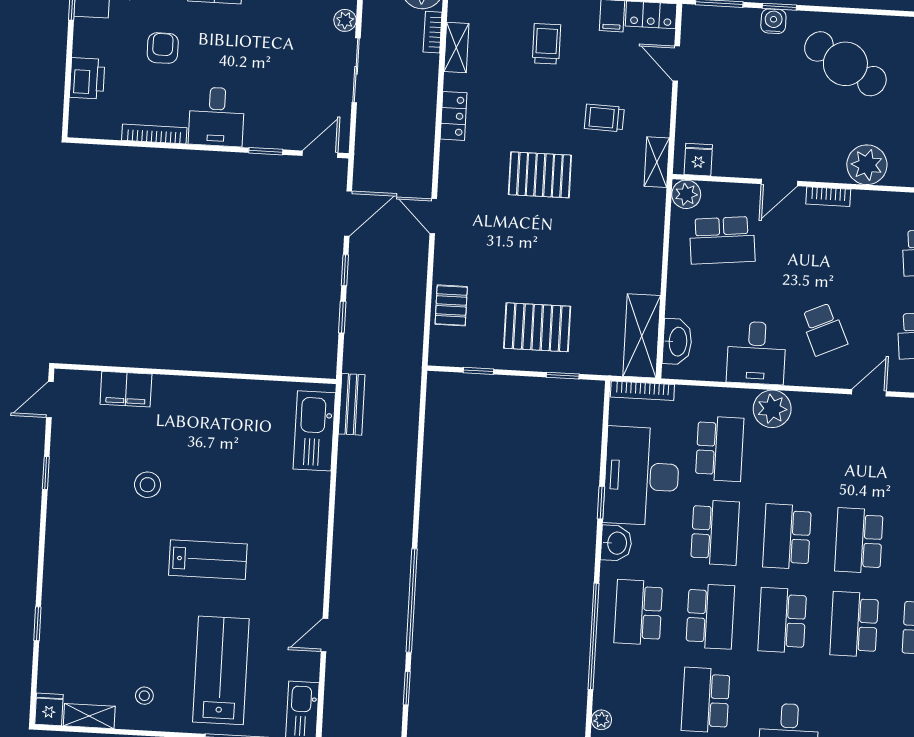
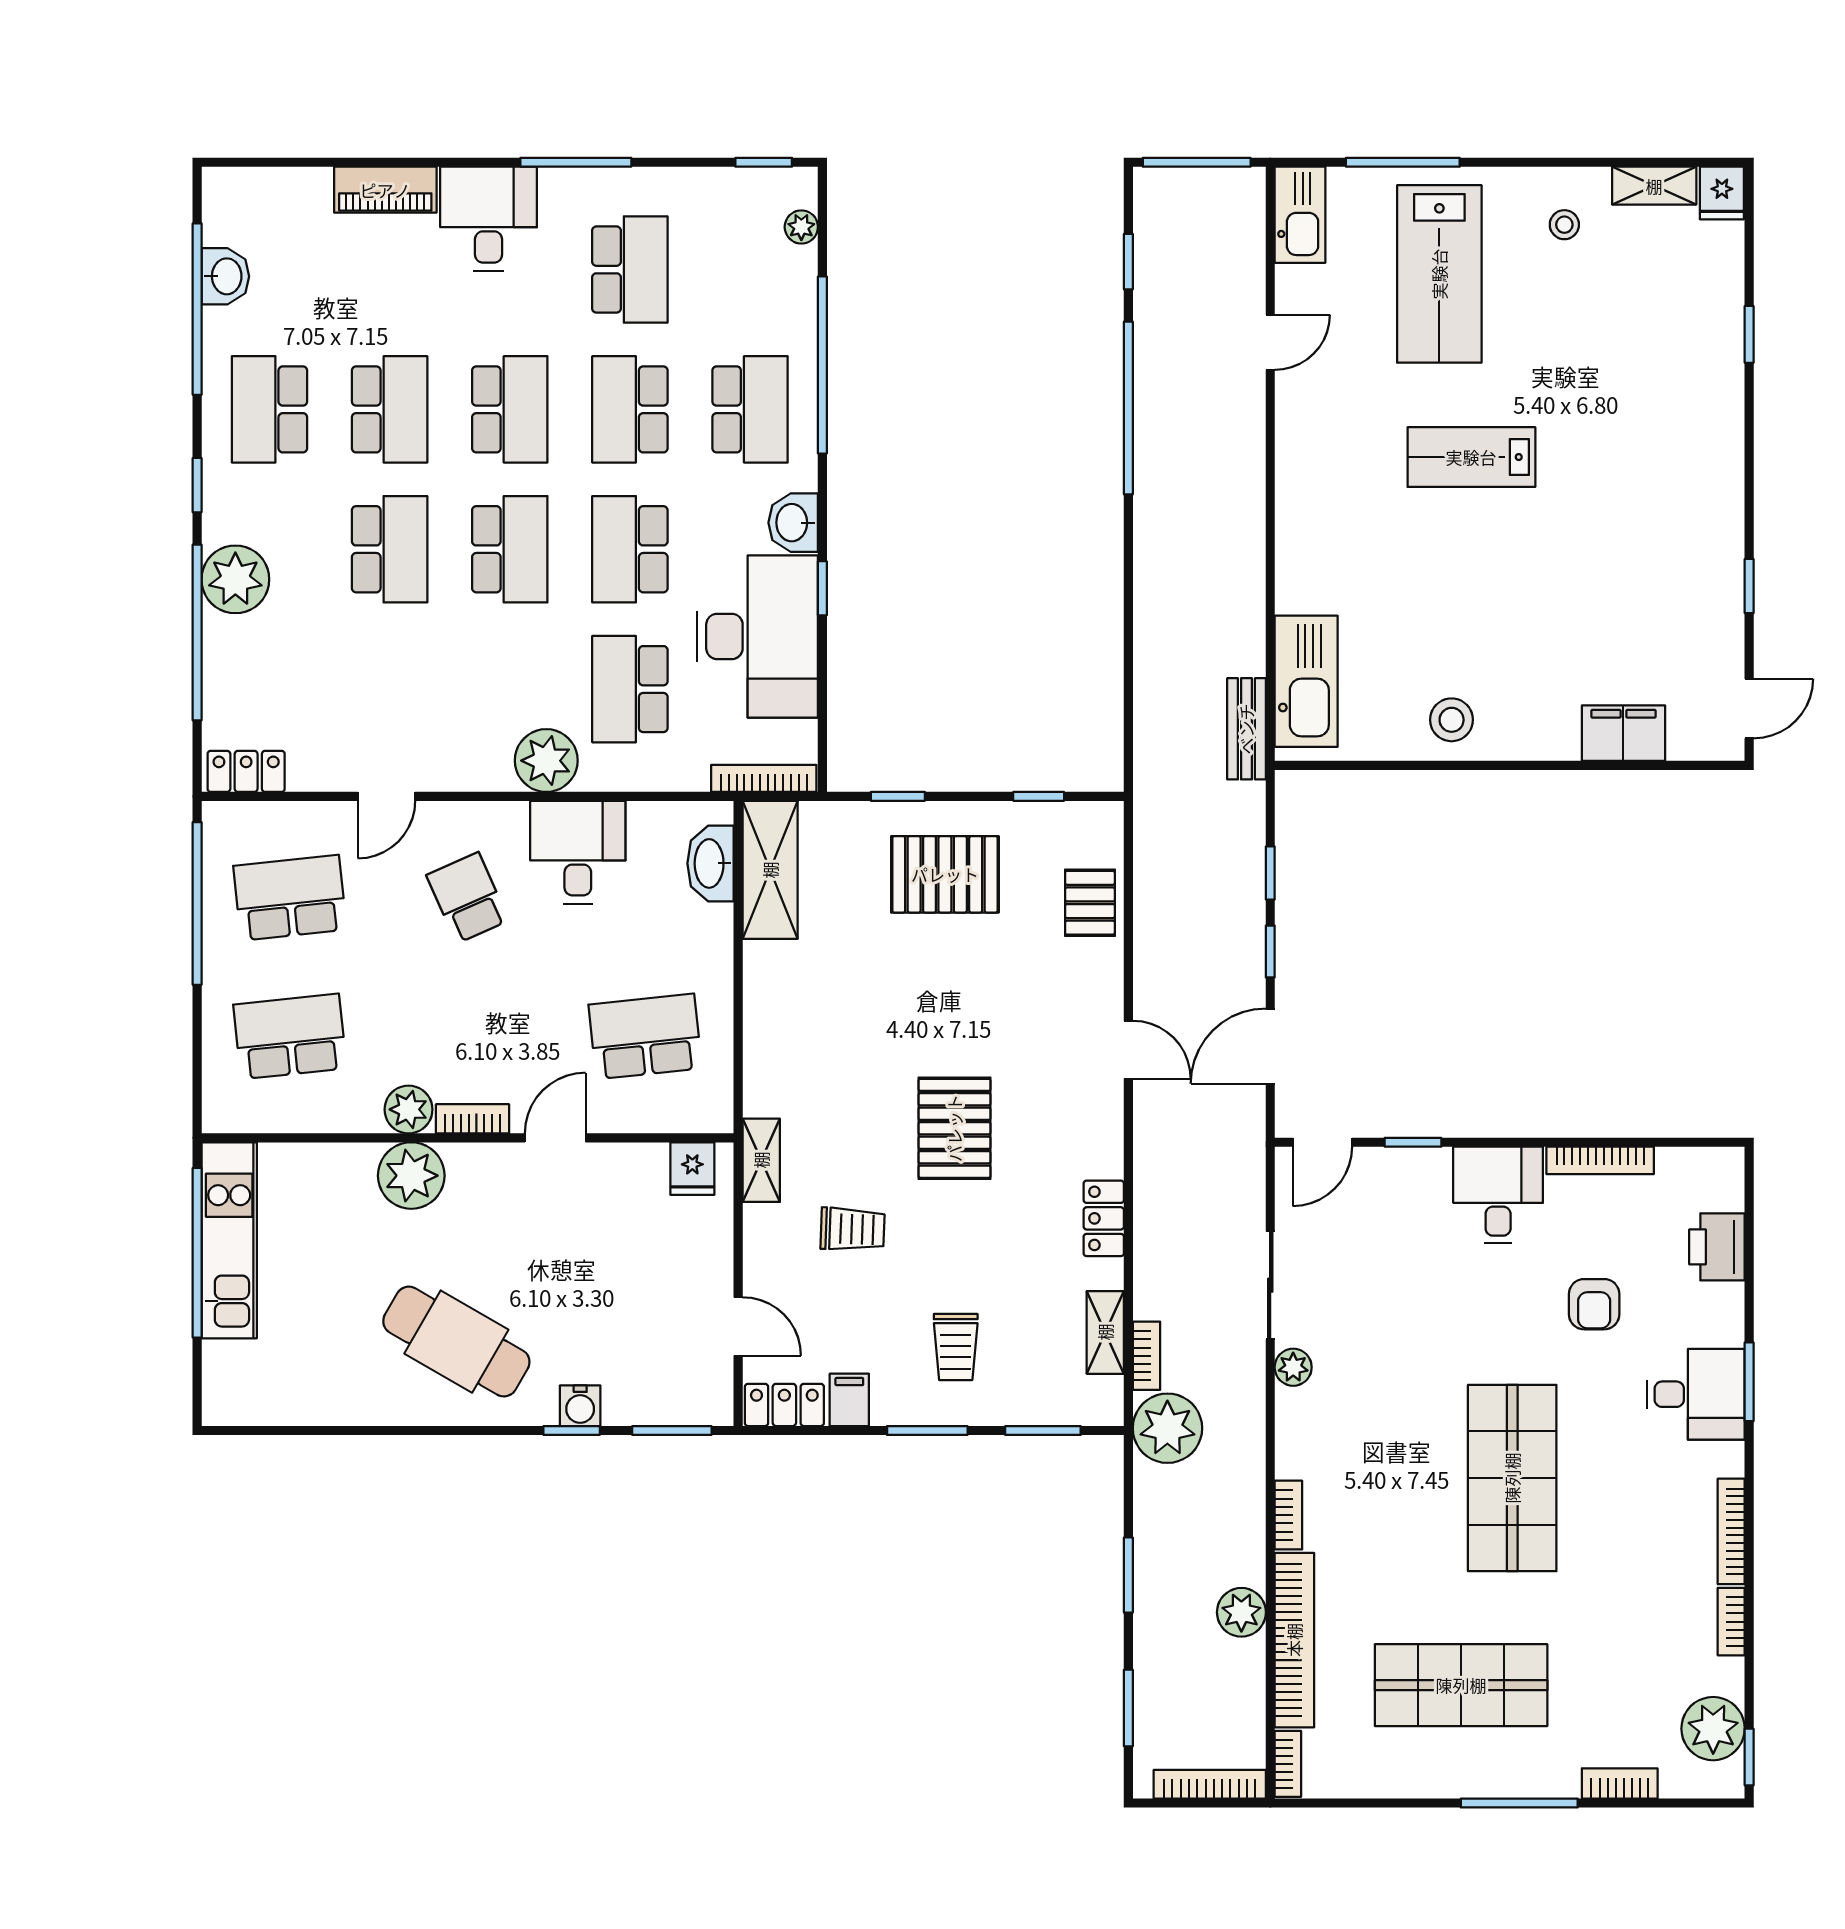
pallet: (540, 175) -> (954, 1128), turned 90
plant: (686, 194) -> (409, 1109), moved
stool: (148, 485) -> (1452, 720), moved

